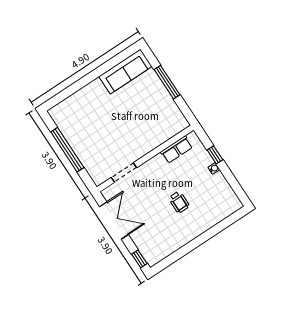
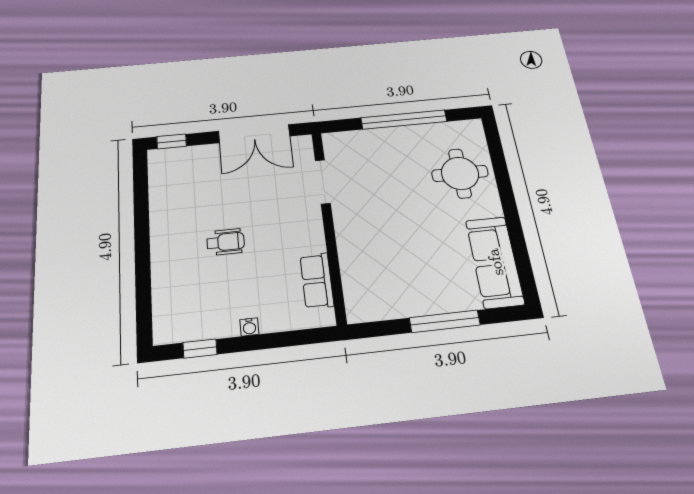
round table: (85, 108) -> (460, 173), added
window: (215, 155) -> (200, 349), moved
wheelchair: (179, 202) -> (226, 242), turned 180

